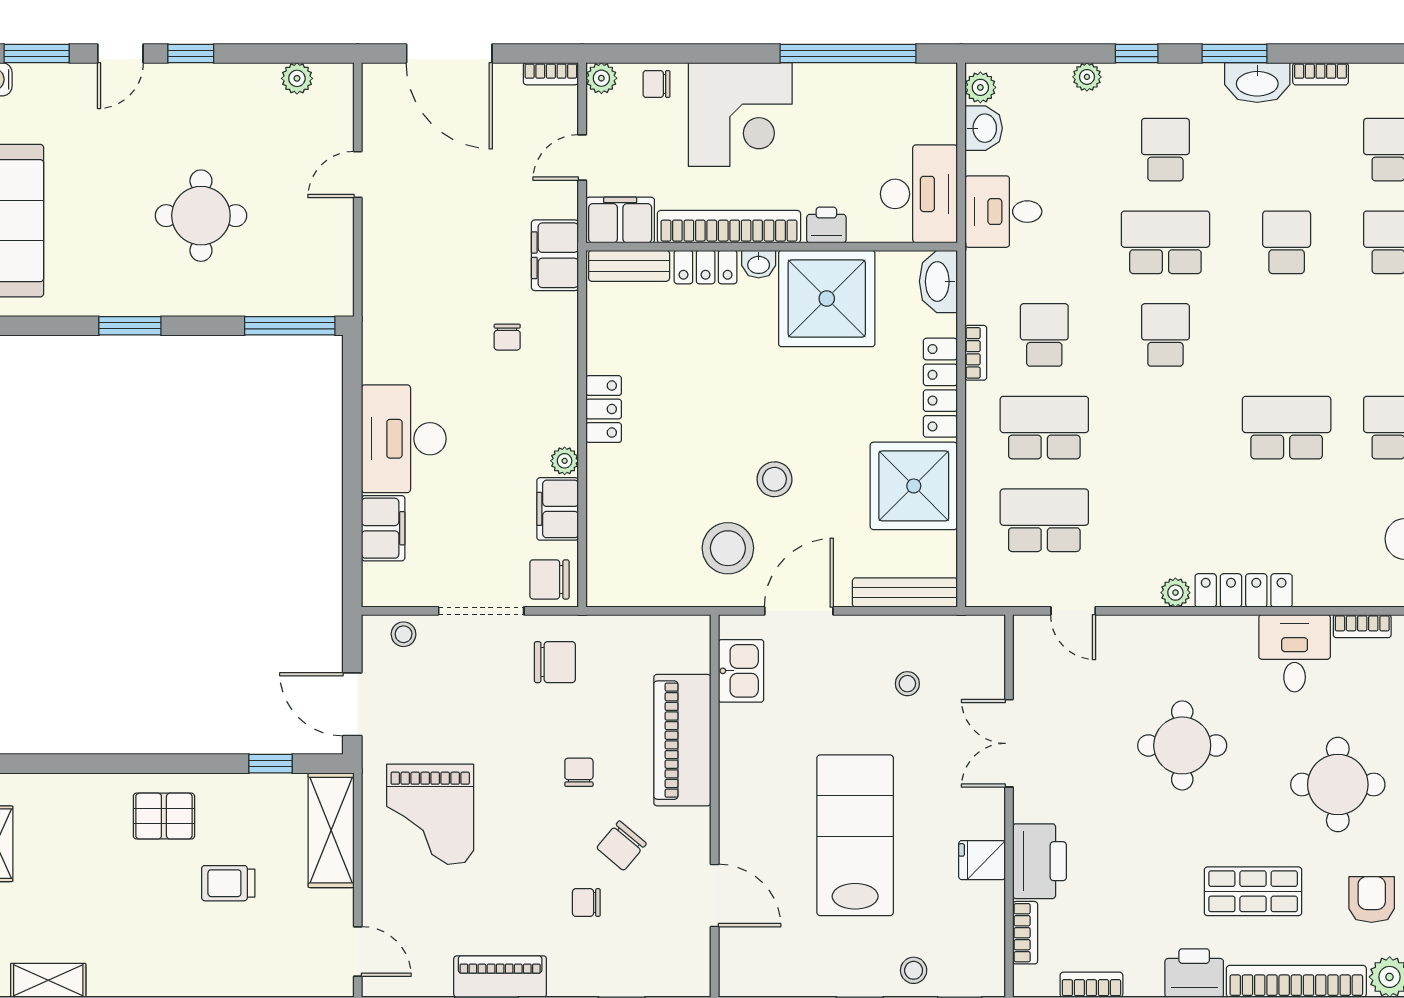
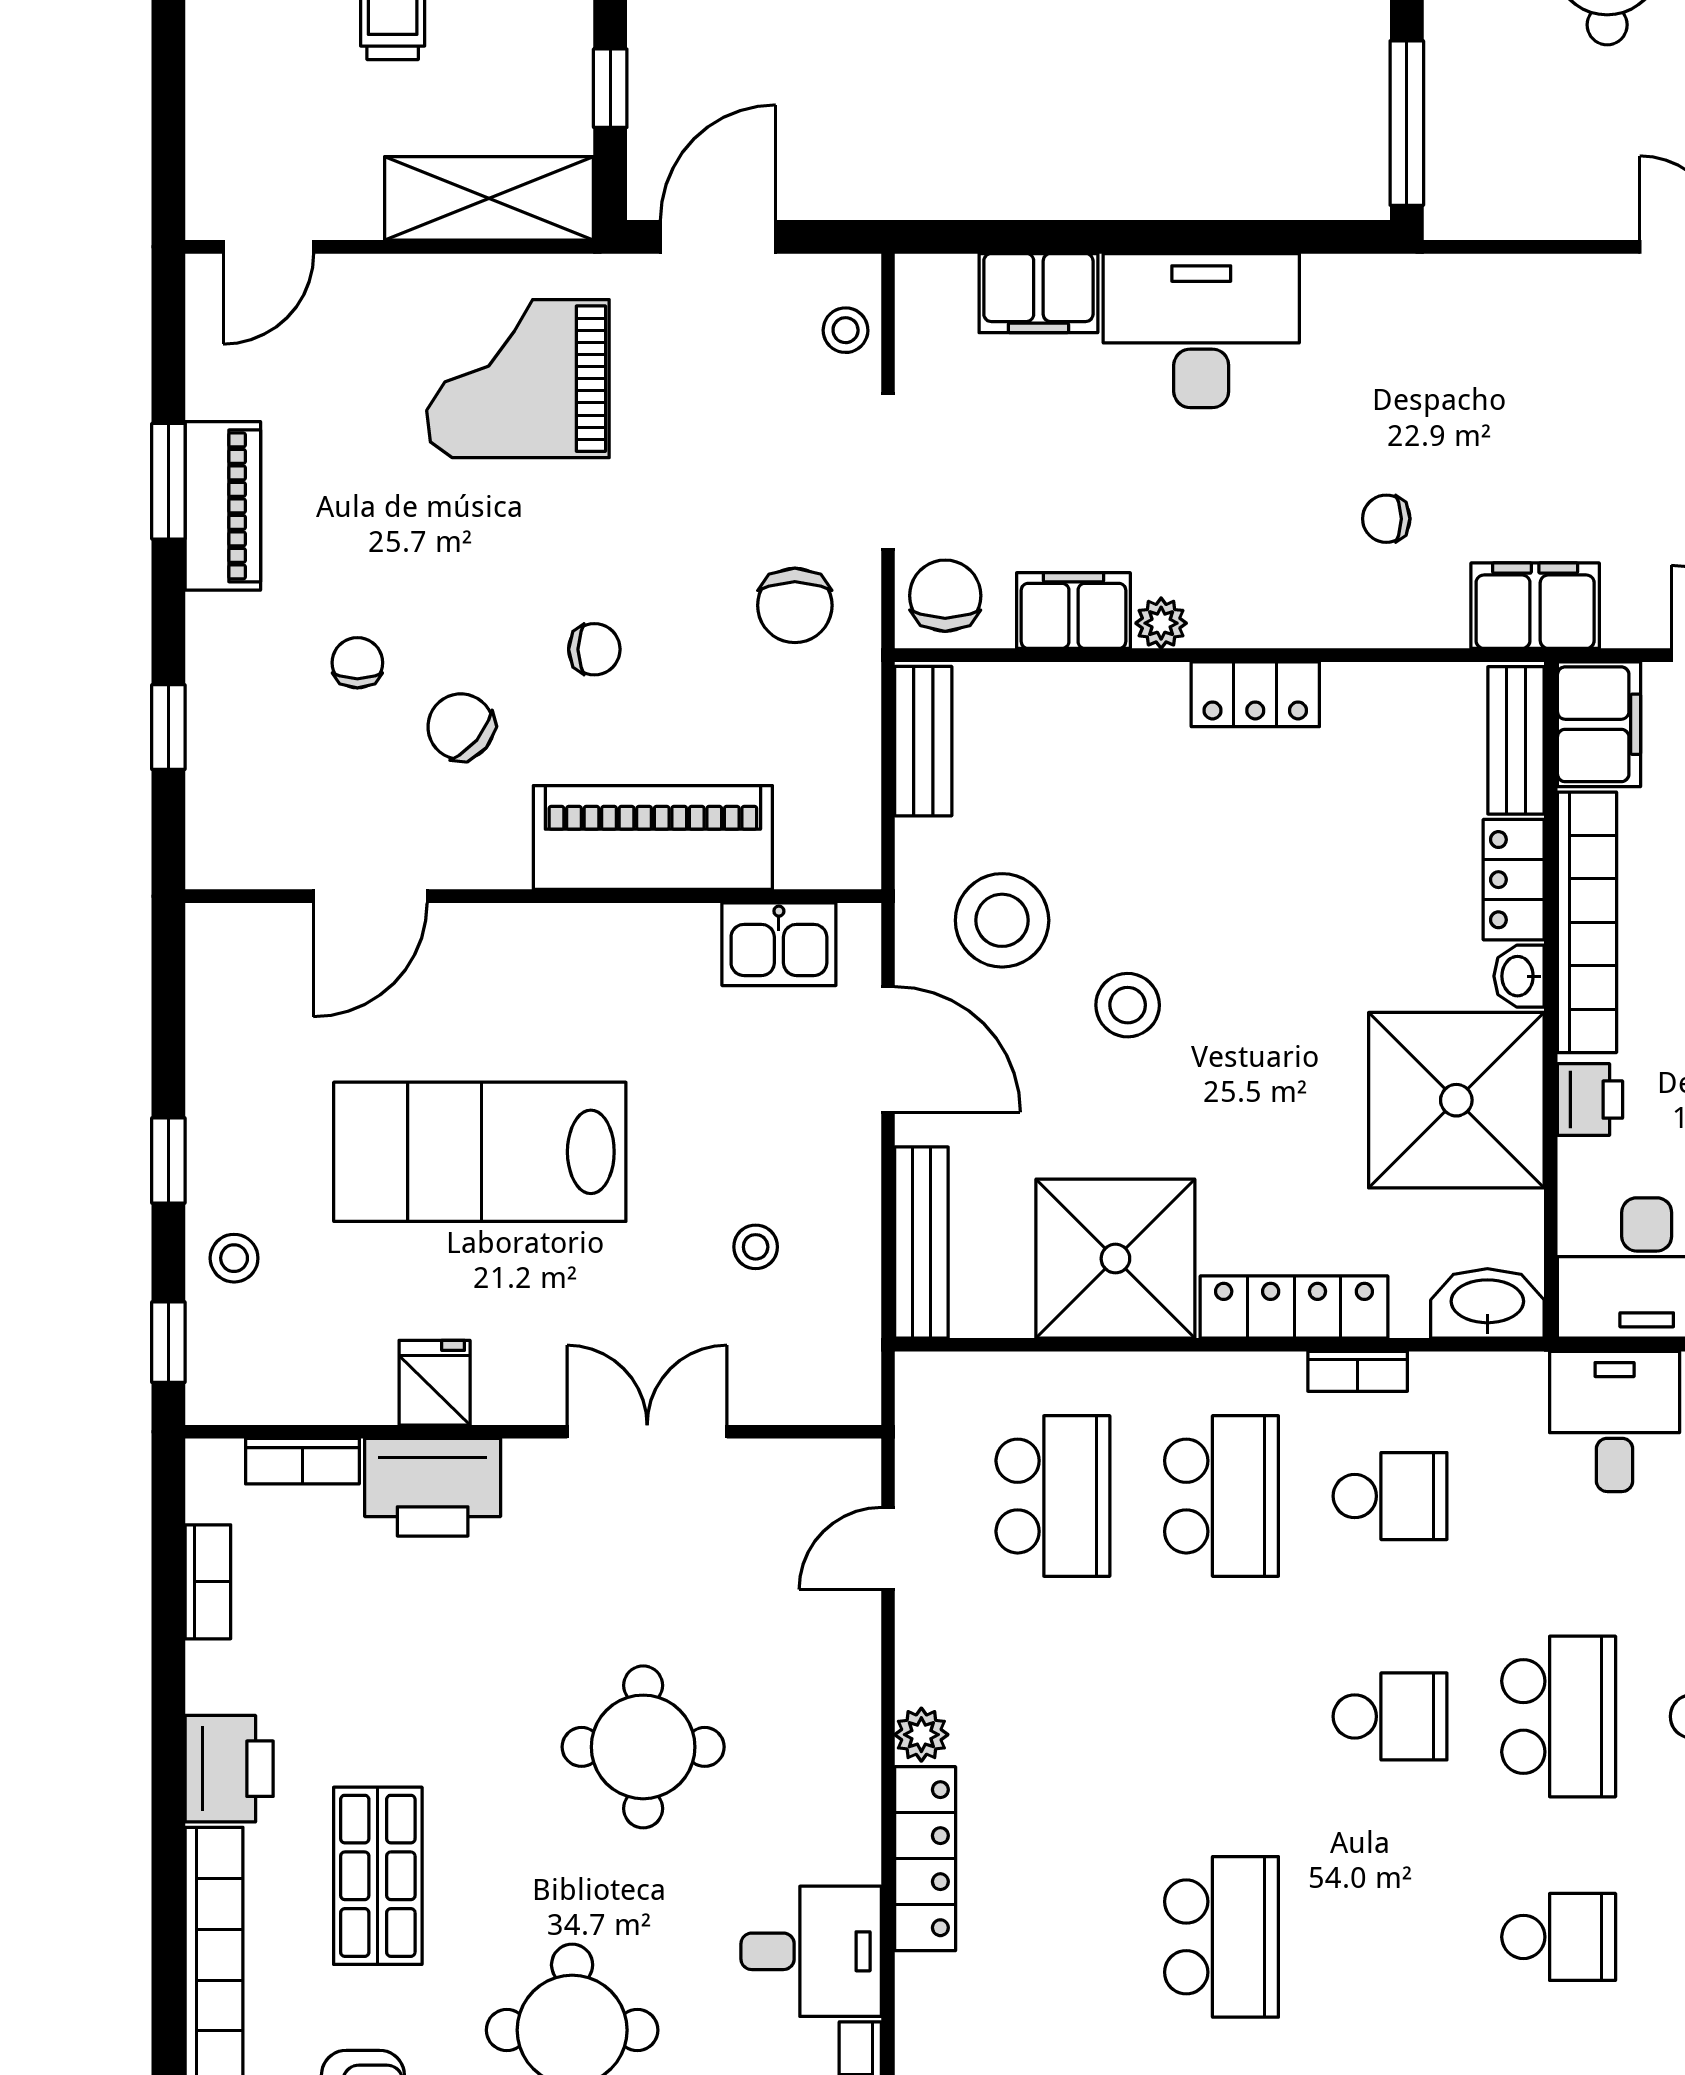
bench: (629, 592) -> (923, 741), added
lab bench: (855, 835) -> (480, 1152), turned 180

